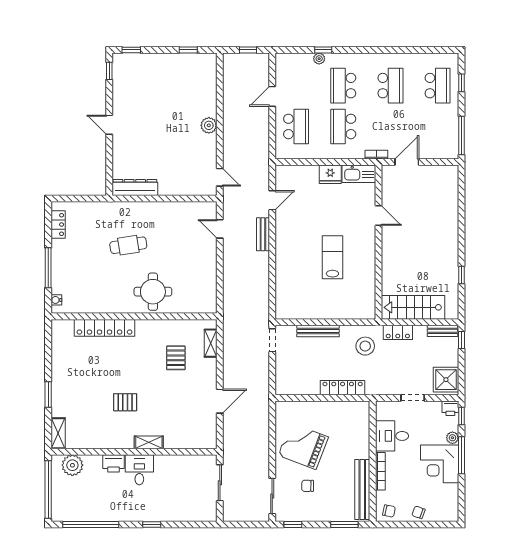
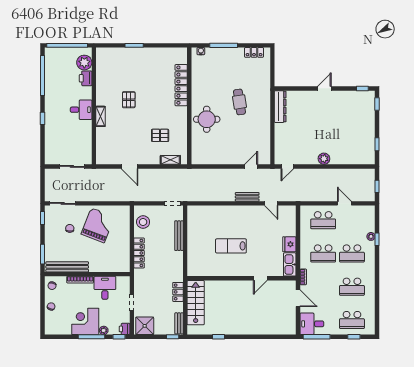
school desk: (343, 86) -> (352, 253), turned 180
school desk: (343, 126) -> (323, 253), turned 180
desk: (443, 142) -> (312, 324), added
lab bench: (332, 257) -> (231, 246), turned 180
stool: (365, 346) -> (143, 222), moved
shelving: (58, 433) -> (107, 52), removed
printer: (114, 463) -> (86, 78), moved

